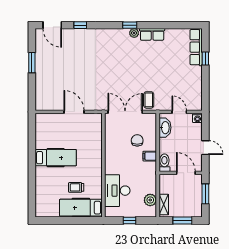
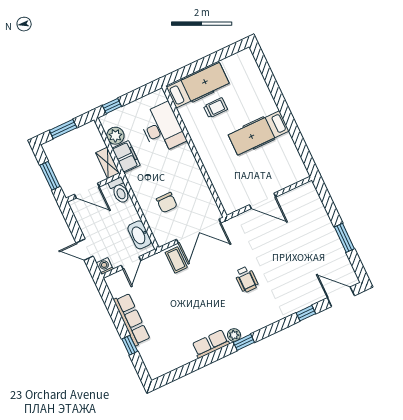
row of seats: (196, 47) -> (132, 319), moved
wheelchair: (109, 66) -> (246, 279), added
door: (179, 112) -> (131, 263), hinge flipped
door: (205, 148) -> (85, 250), moved
filing cabinet: (150, 156) -> (126, 157), moved, width x2.00
shelving: (164, 205) -> (108, 163), moved
window: (129, 220) -> (112, 106), moved

